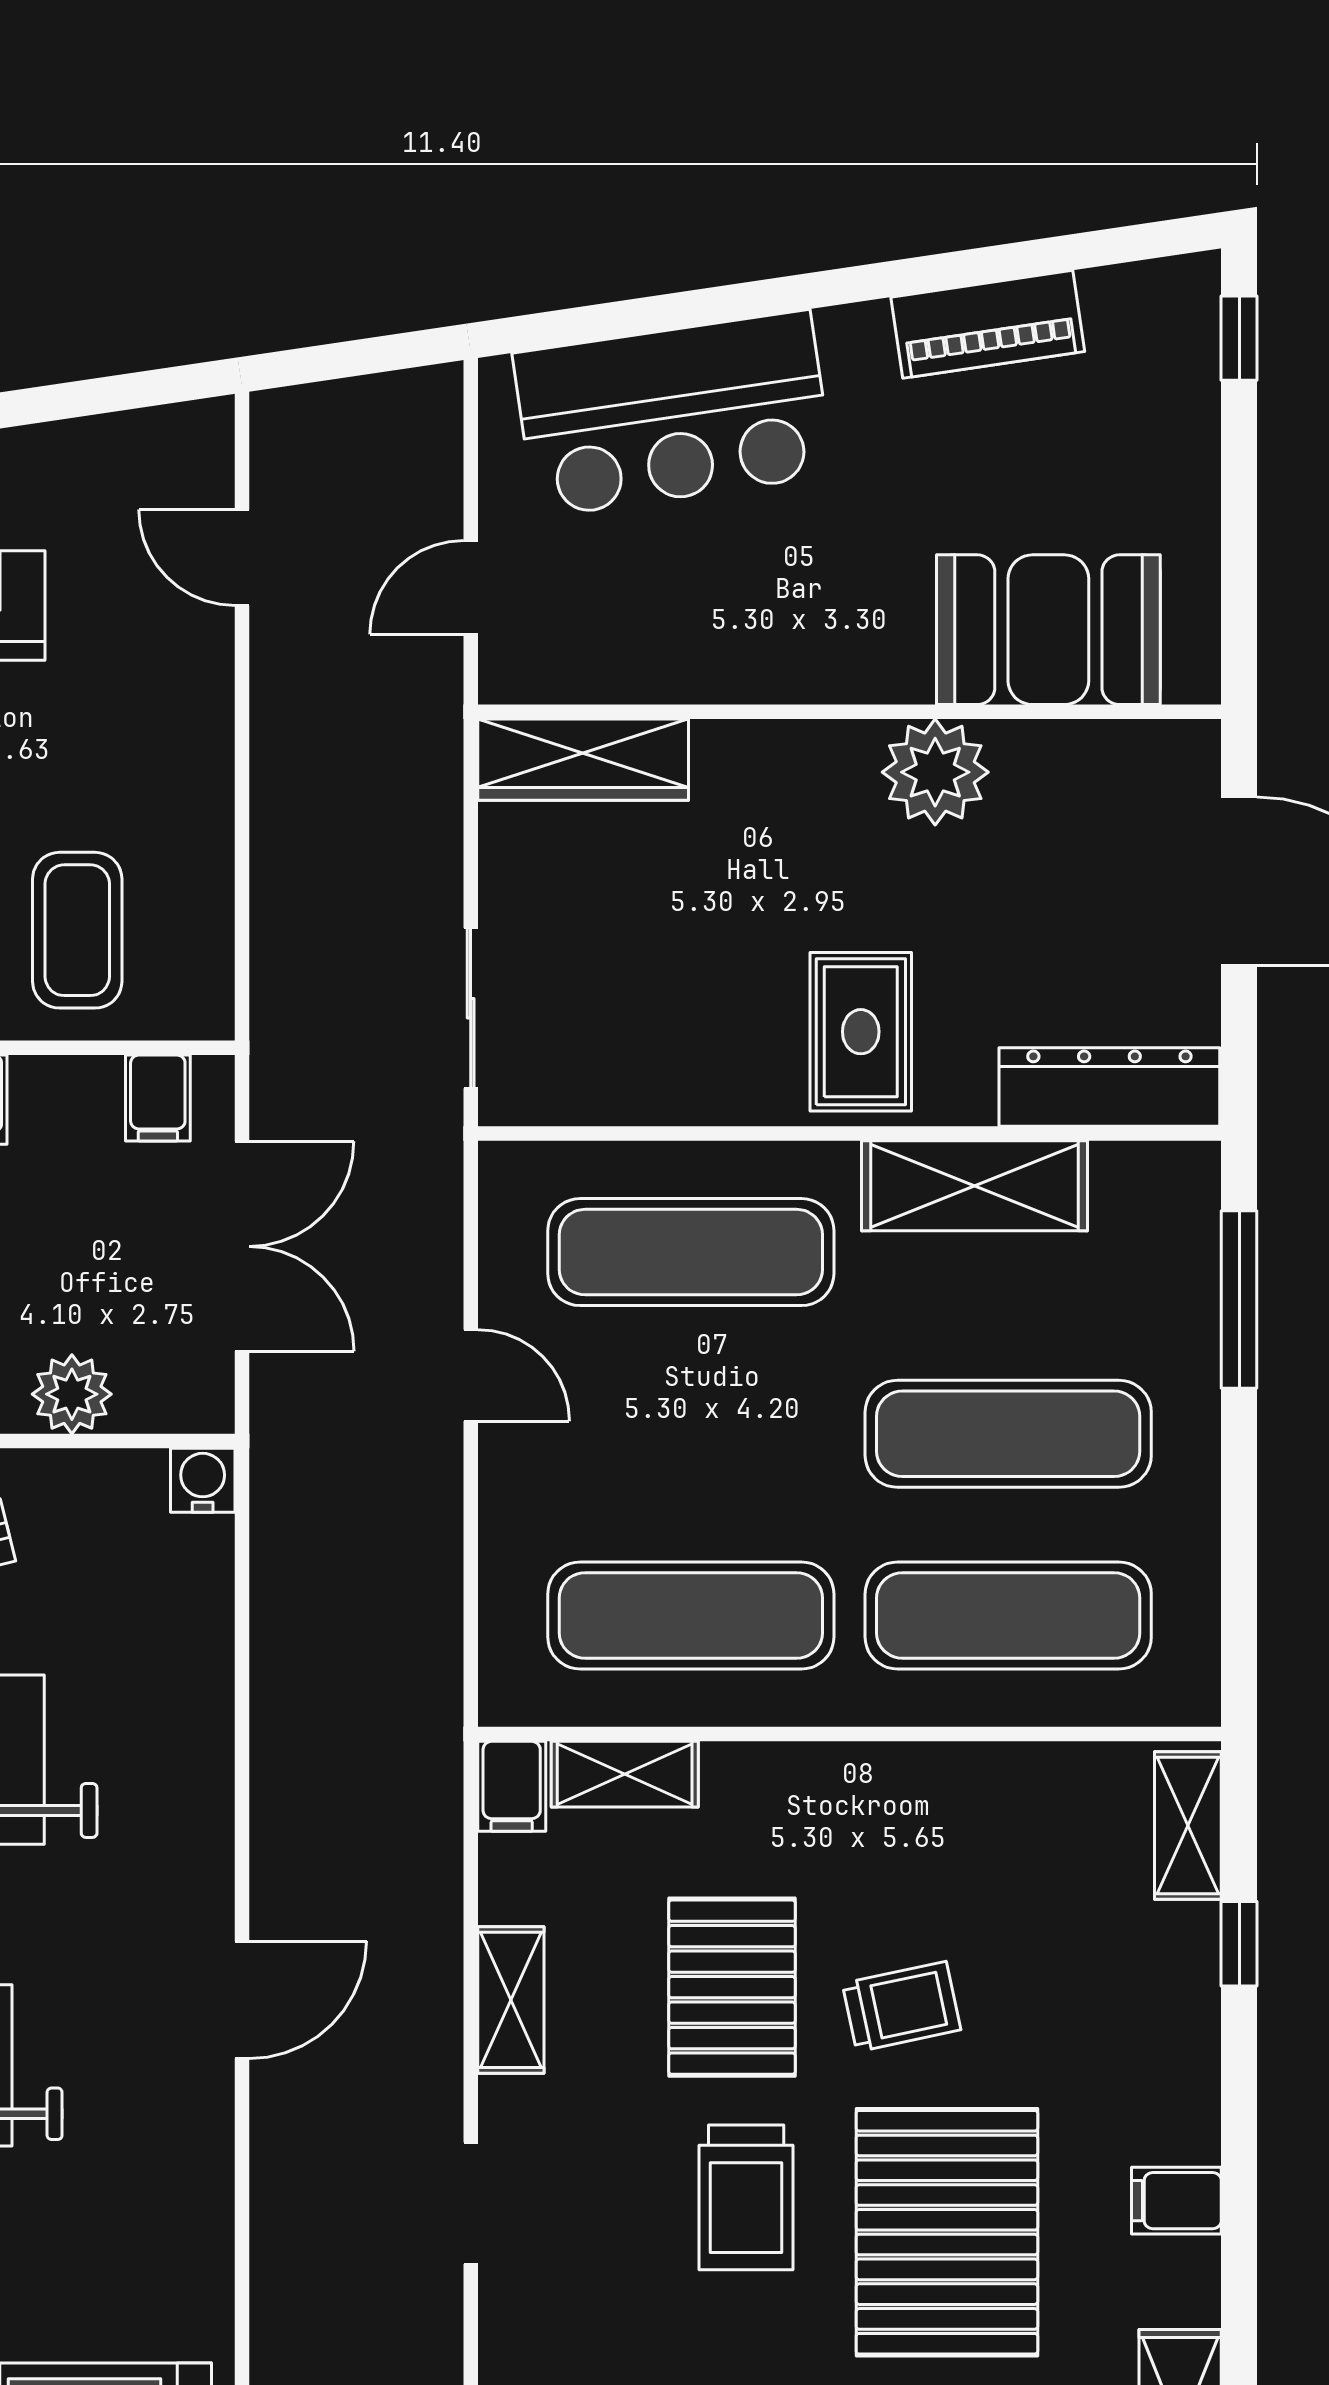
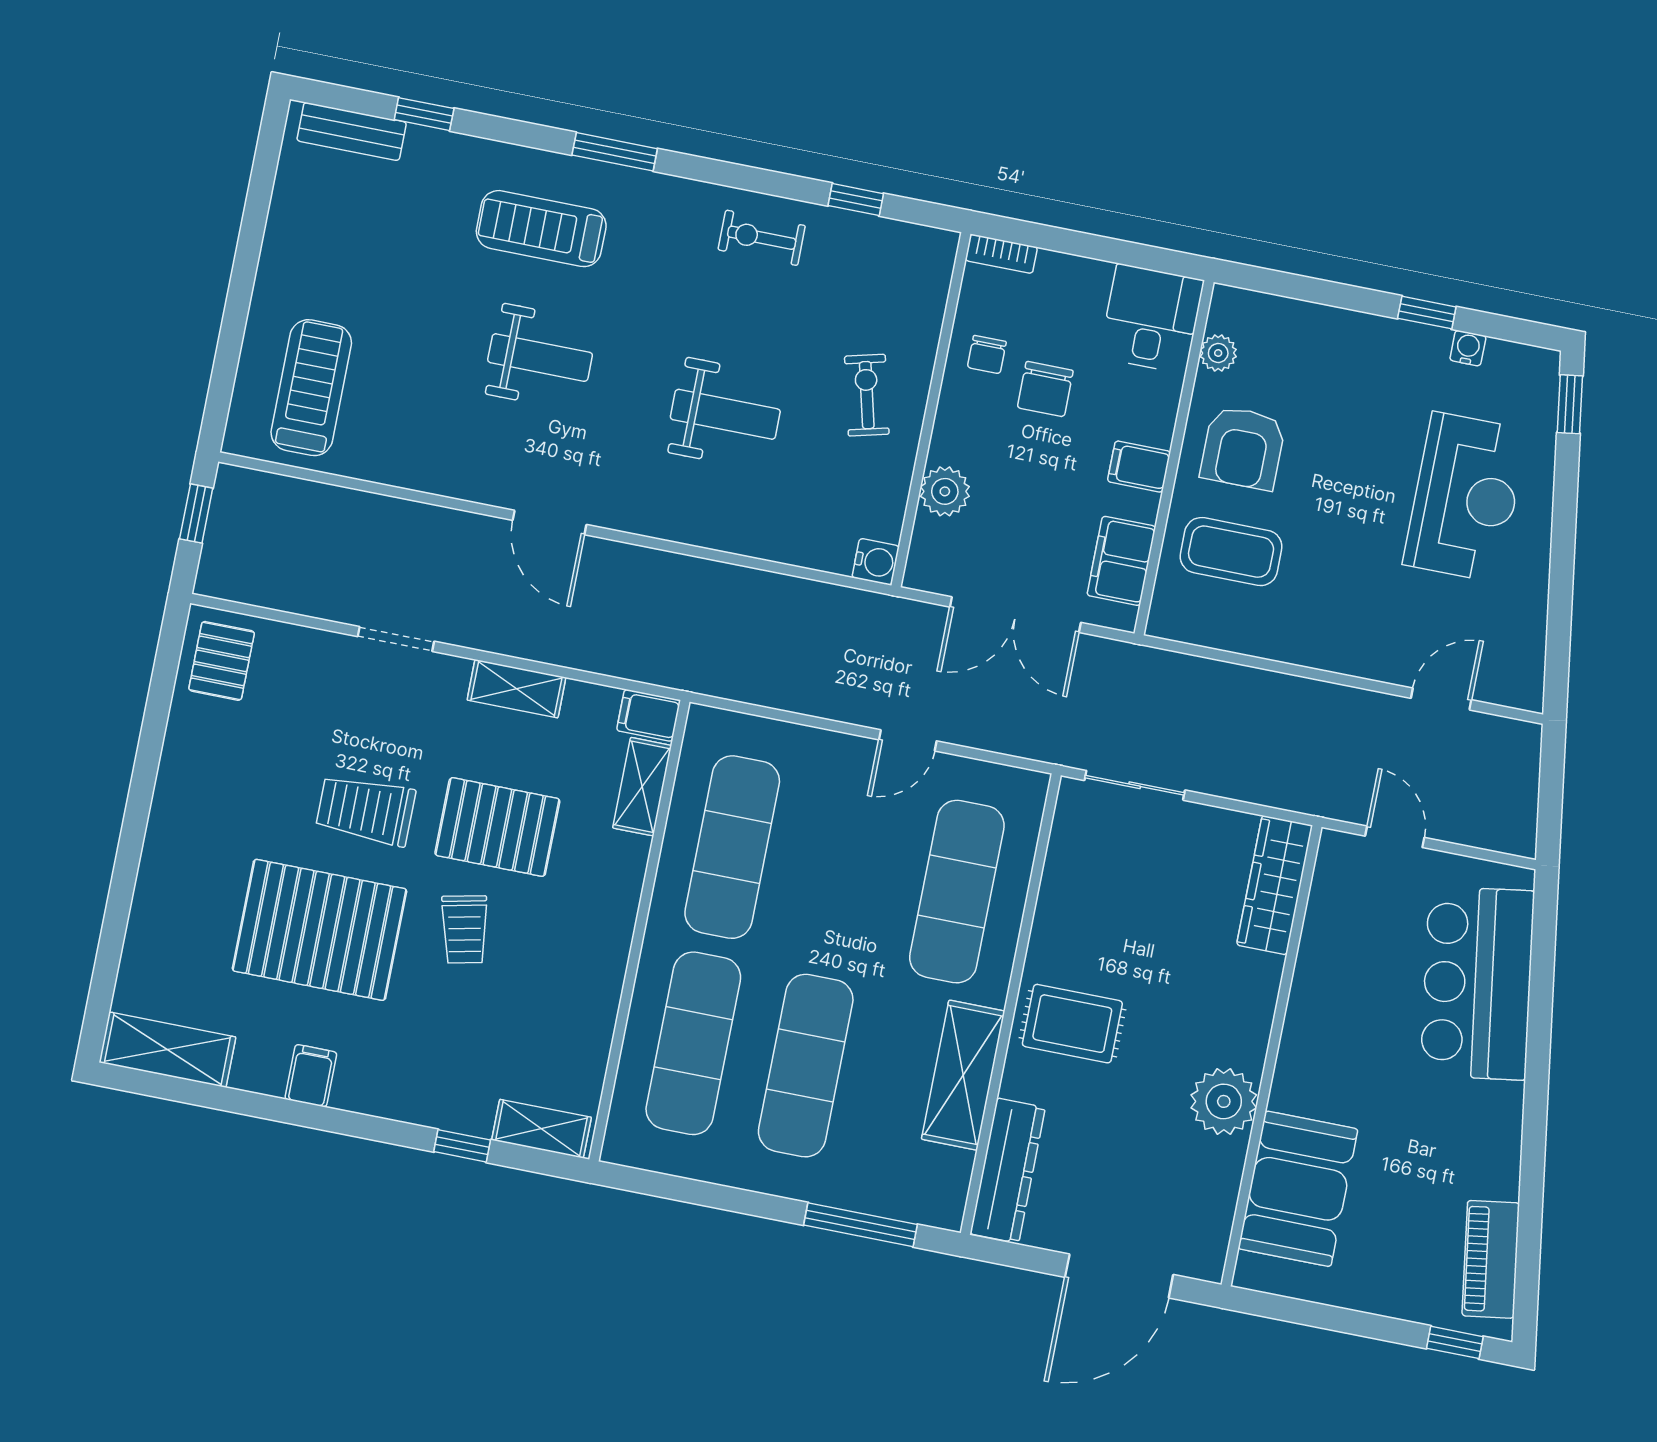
piano: (988, 324) -> (1491, 1259), moved
filing cabinet: (158, 1098) -> (1121, 561), width x2.00

